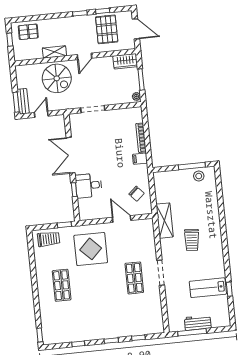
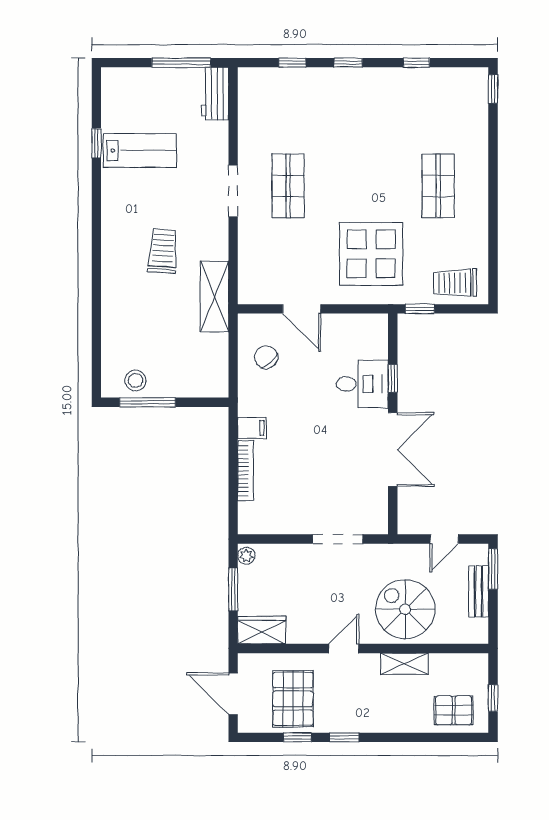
bench: (23, 101) -> (479, 591), moved
workbench: (198, 323) -> (215, 94), moved, turned 90

